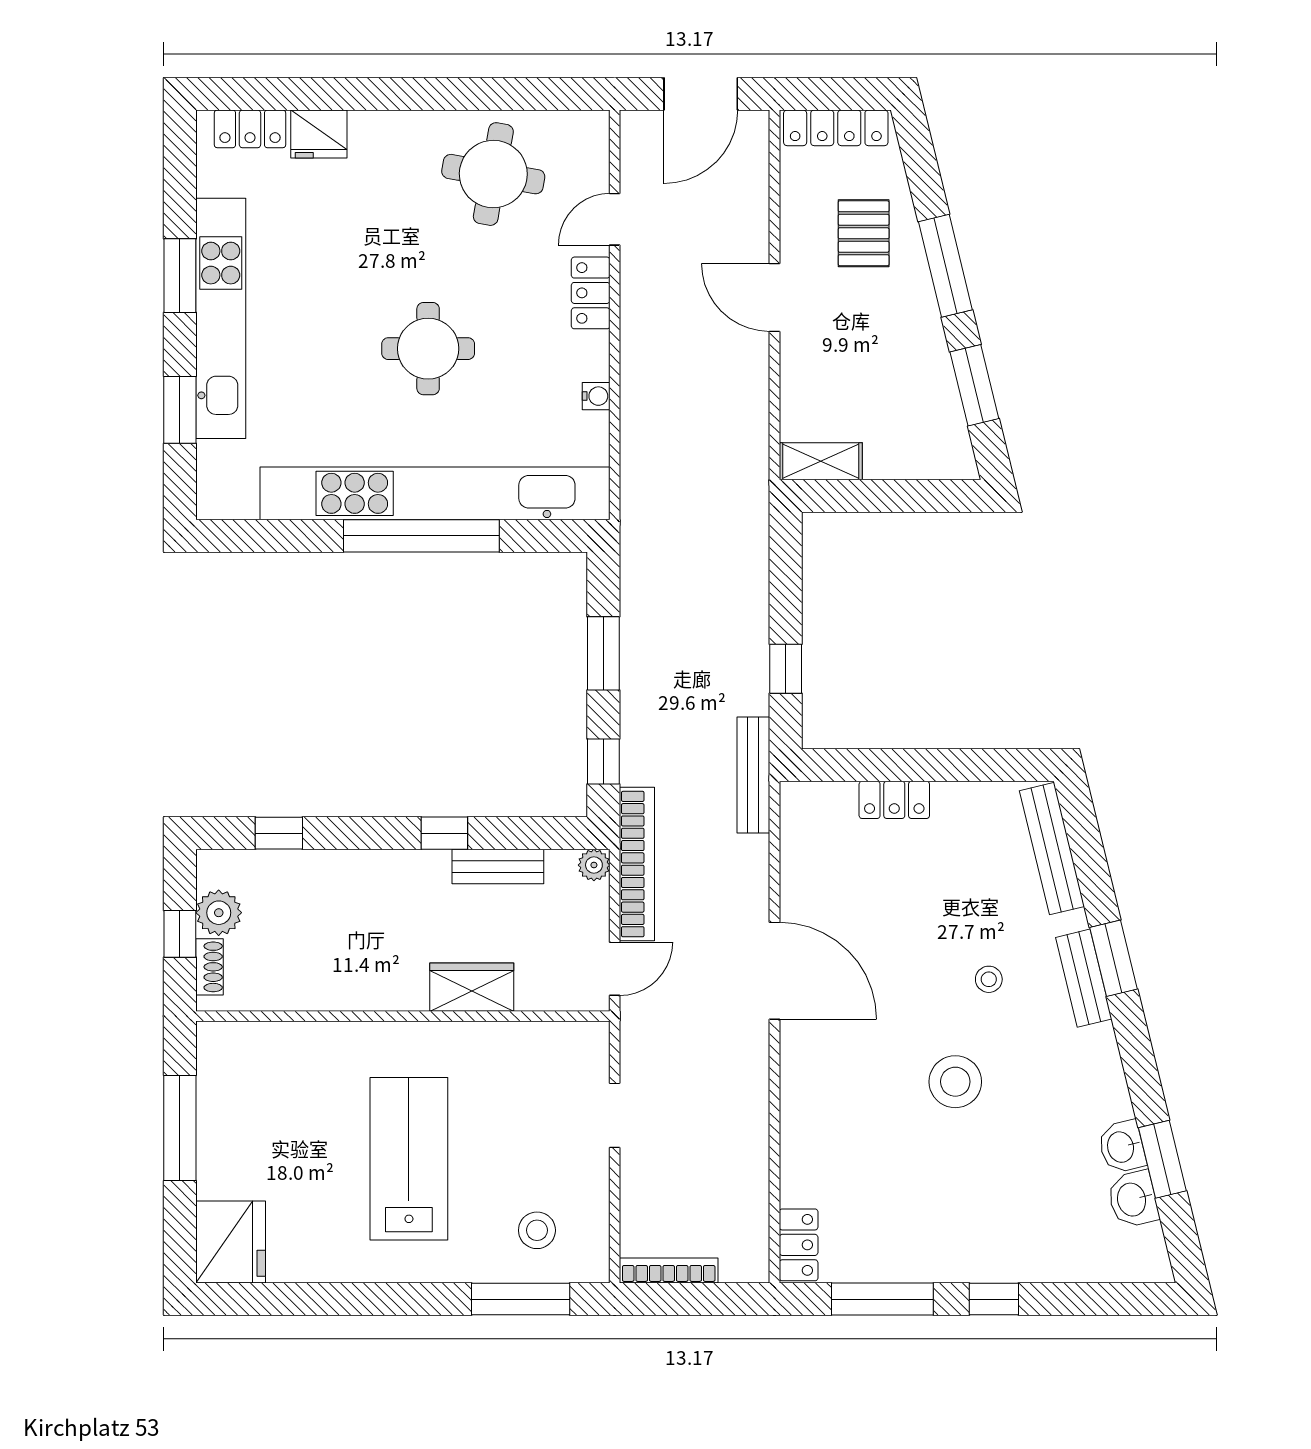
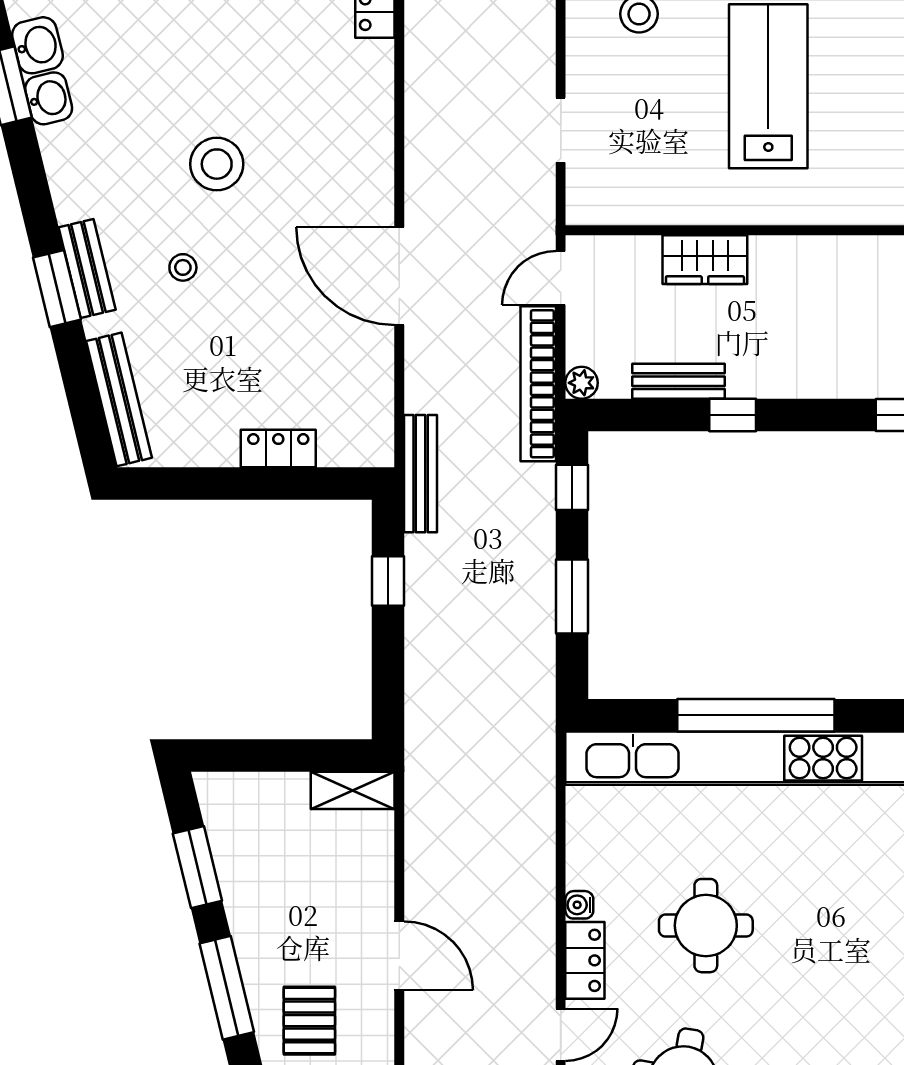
round table: (428, 349) -> (706, 926), moved
water cooler: (596, 396) -> (579, 905), moved
lab bench: (409, 1159) -> (768, 86), turned 180

